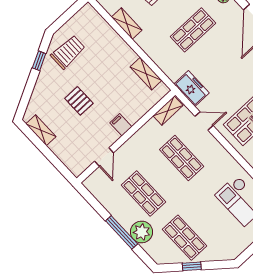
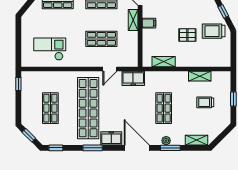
trolley: (68, 52) -> (214, 31), turned 90
pallet: (79, 101) -> (187, 35), moved
shelving: (168, 111) -> (133, 20), moved

